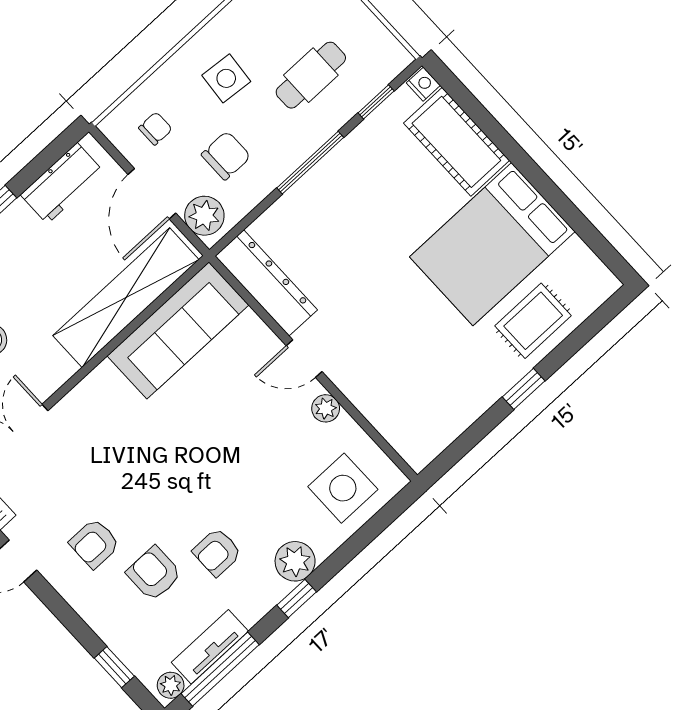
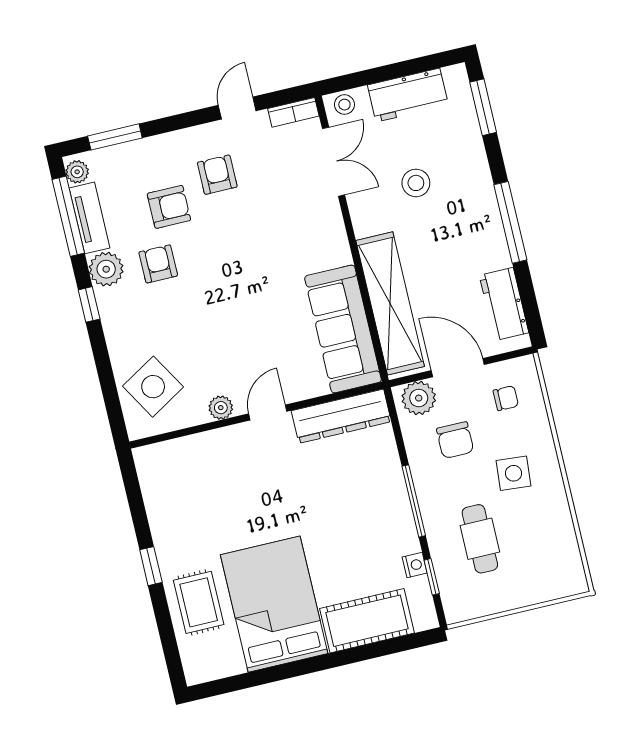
nightstand: (423, 84) -> (415, 565), moved, turned -90
chair: (155, 128) -> (506, 398), turned -90
side table: (343, 488) -> (153, 387), turned -31
plant: (295, 561) -> (106, 269), moved
window: (114, 667) -> (115, 137), width x1.50

